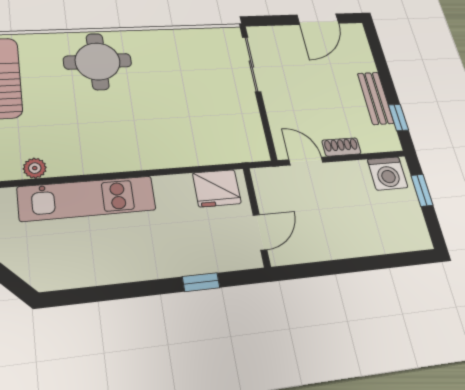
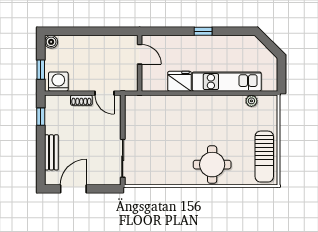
bench: (375, 98) -> (51, 152), moved
fridge: (217, 188) -> (179, 81), moved
door: (260, 232) -> (140, 54), swing flipped
boiler: (420, 238) -> (51, 42), added
window: (201, 282) -> (203, 31), moved

